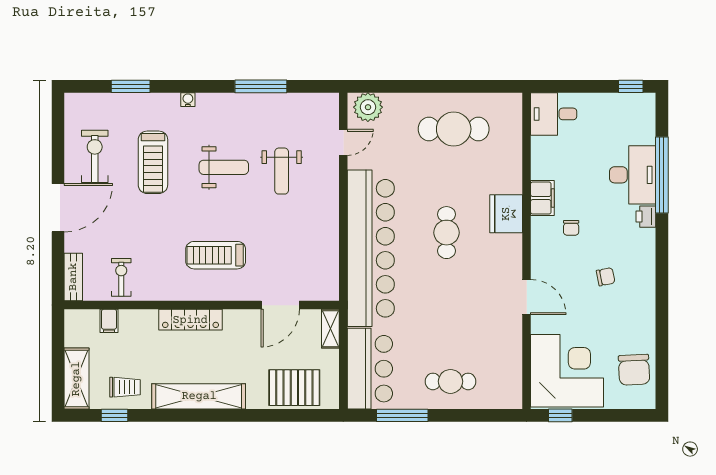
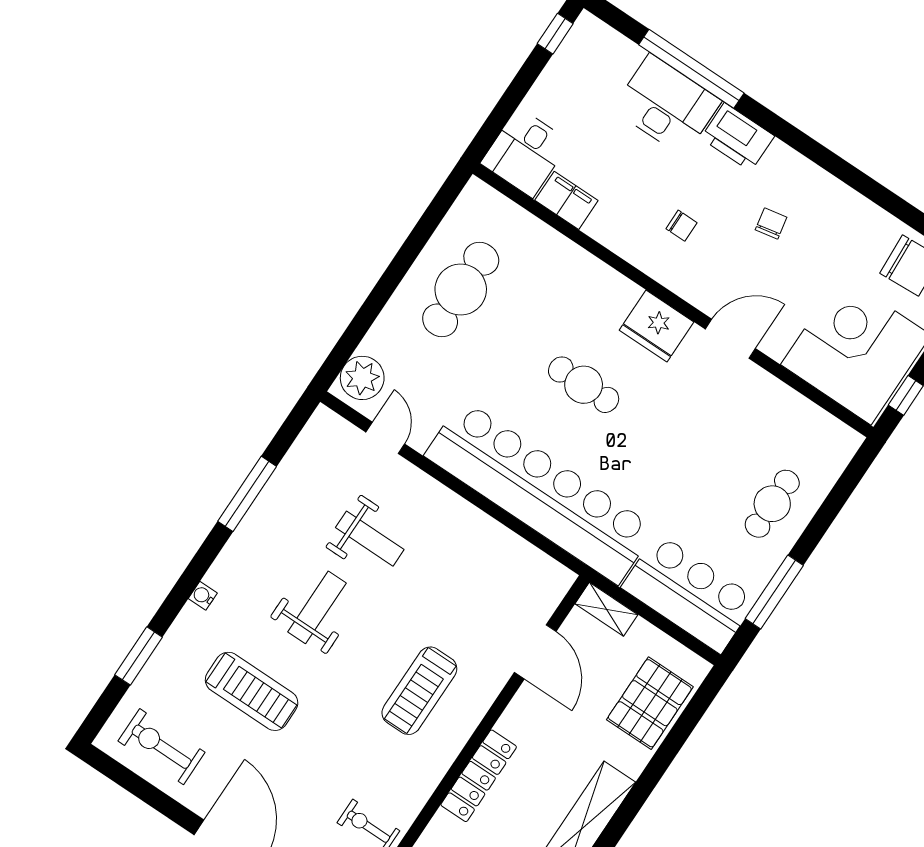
exercise bike: (95, 156) -> (162, 747), moved
filing cabinet: (542, 198) -> (566, 200), moved
fridge: (506, 214) -> (657, 326), moved
printer: (646, 217) -> (738, 137), width x1.87, depth x1.48

